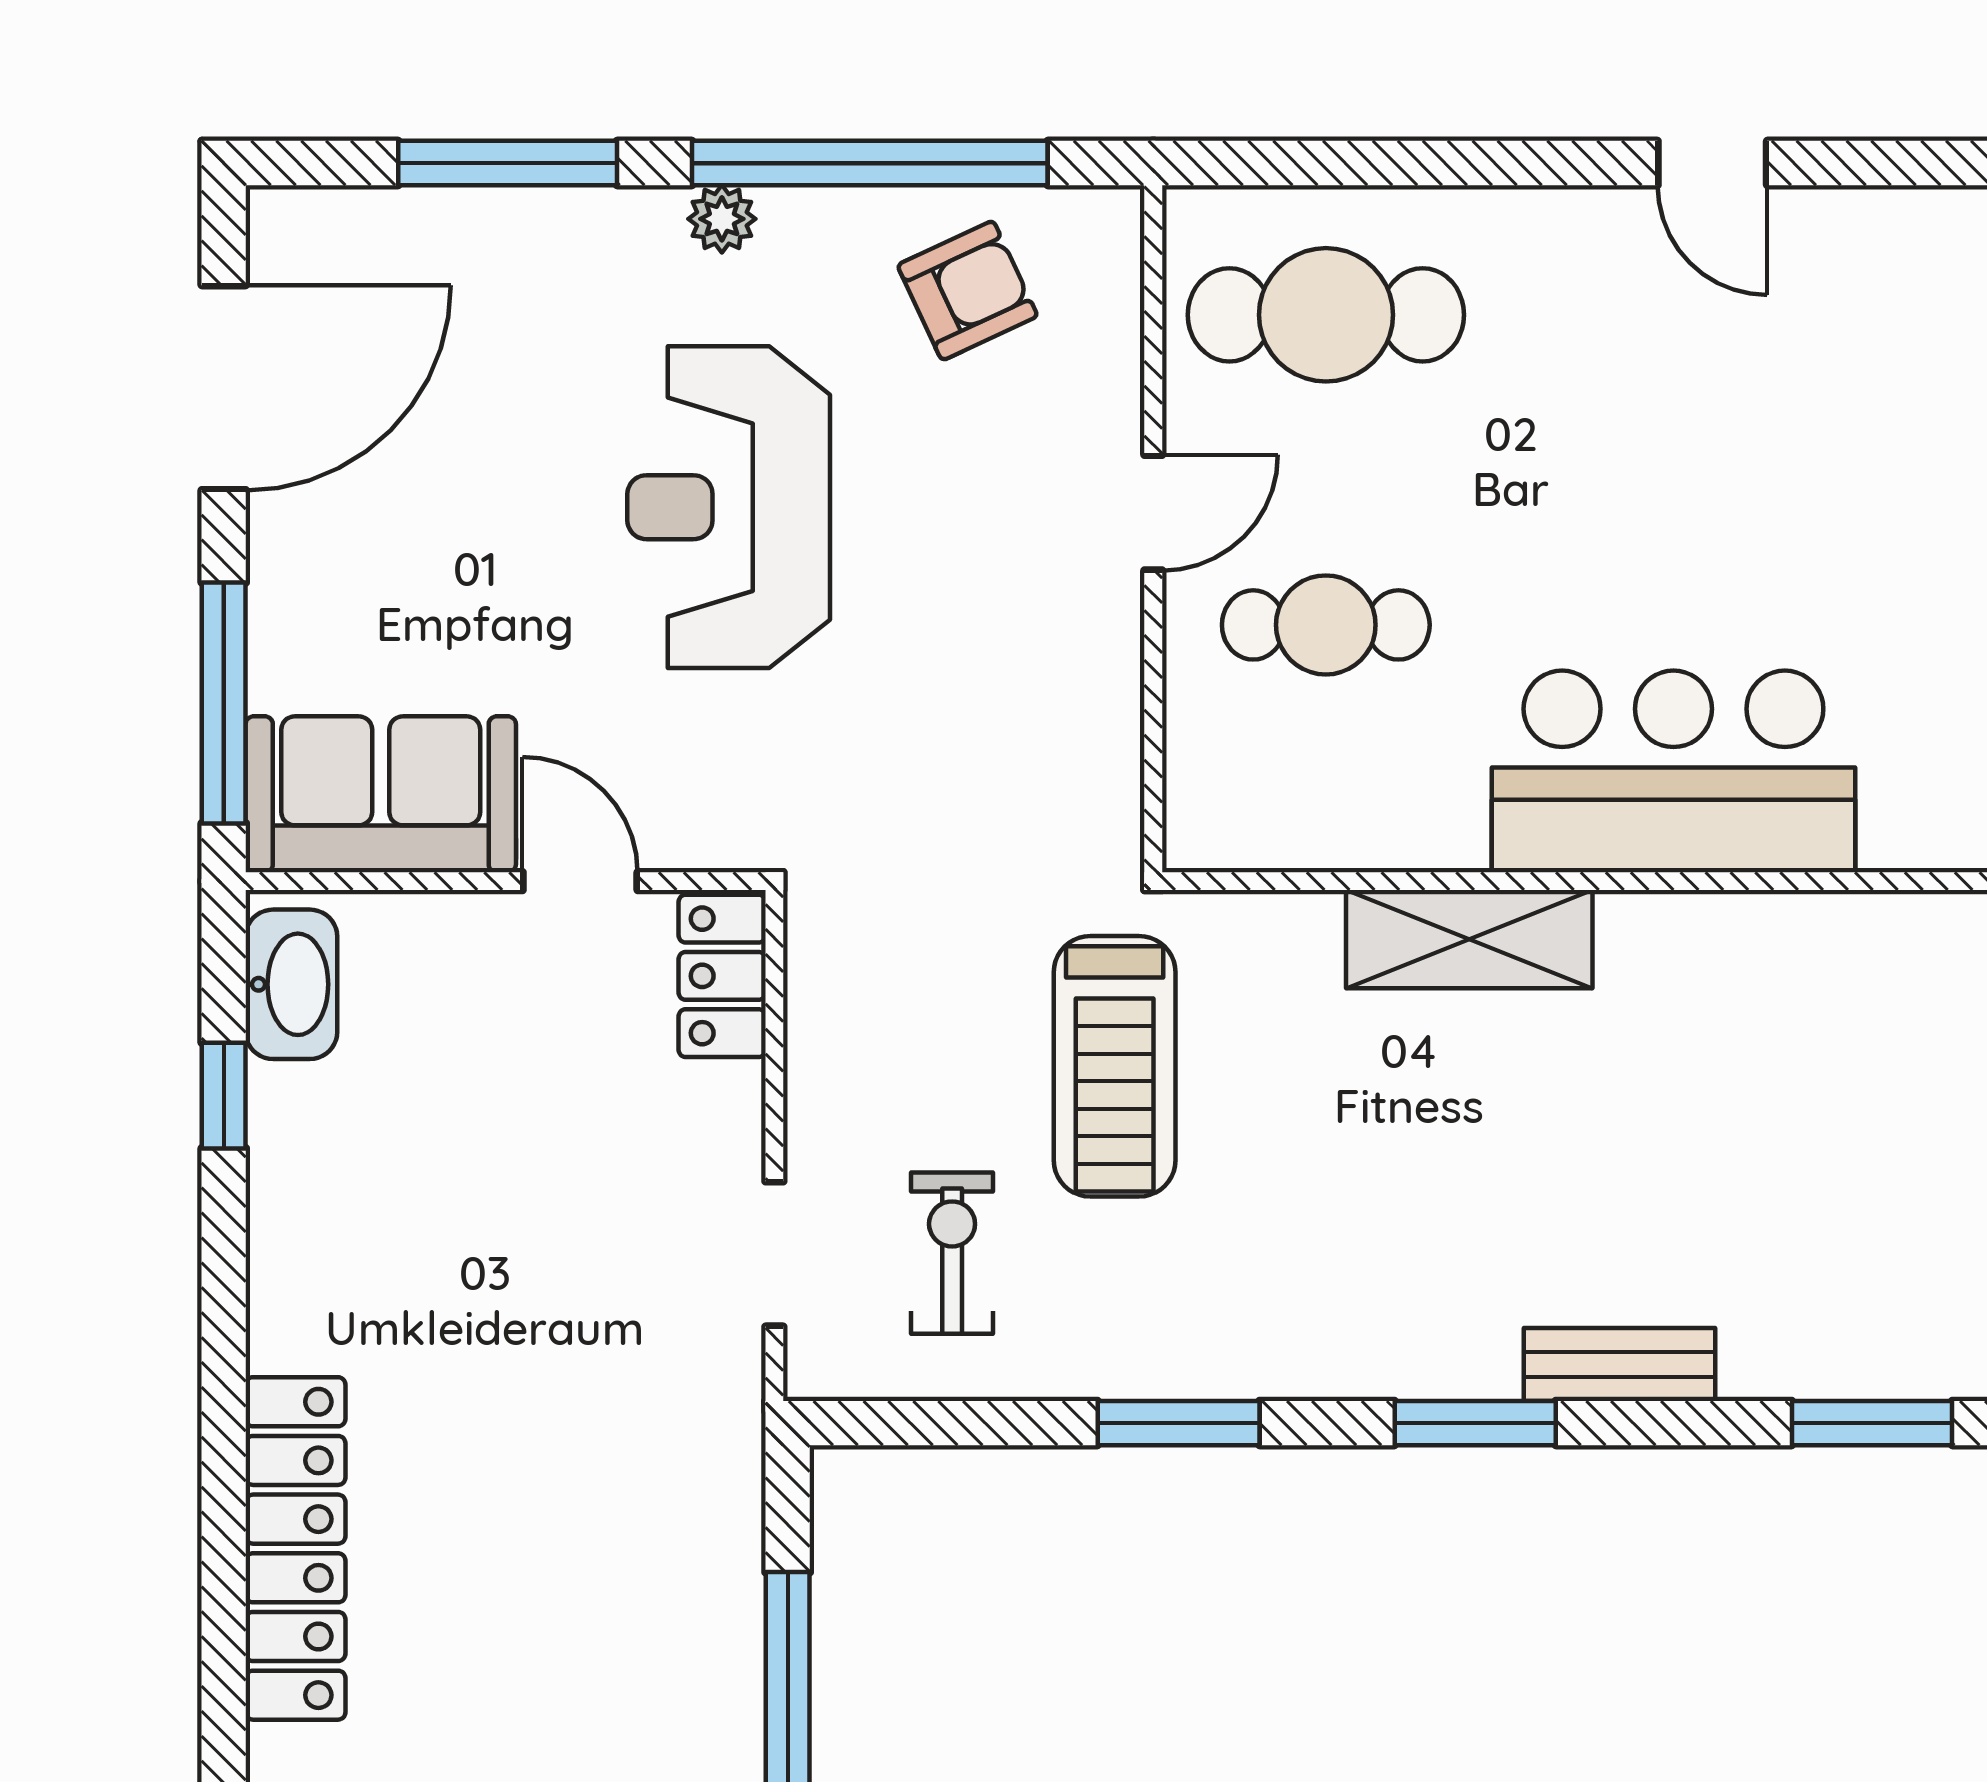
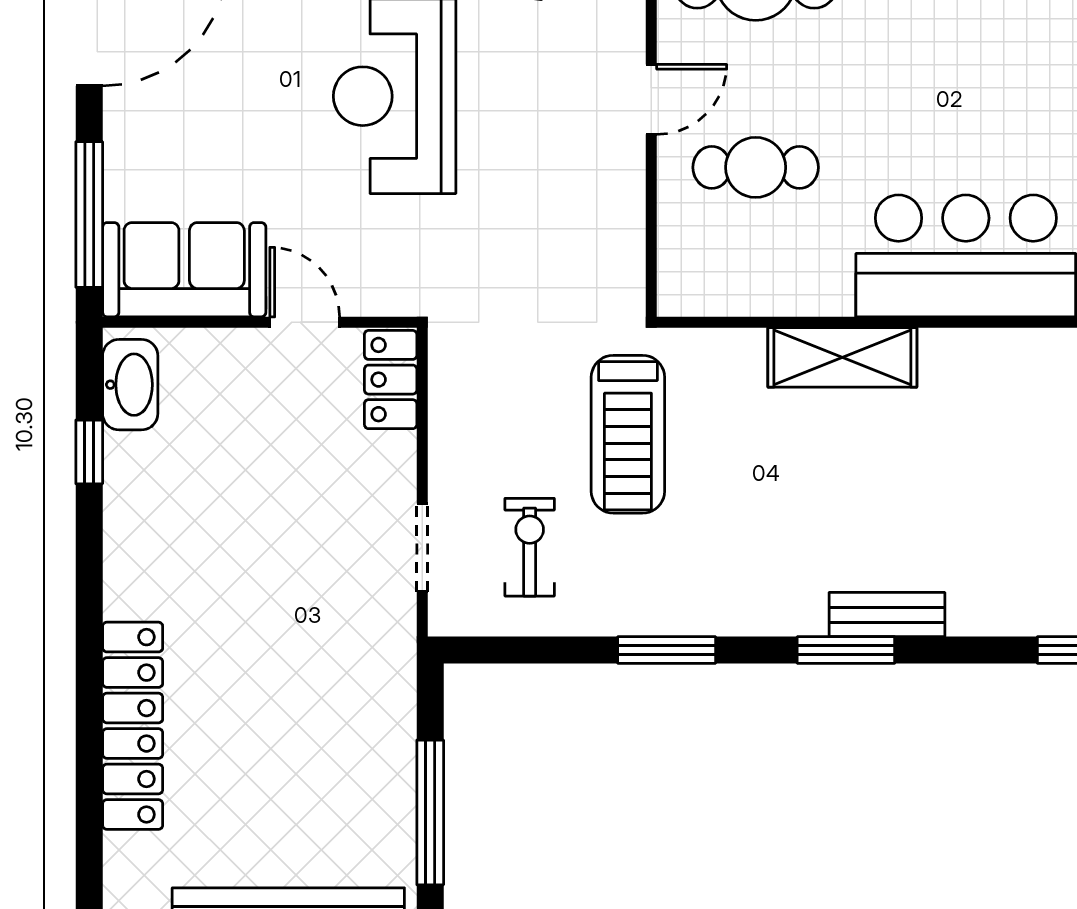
bench: (1620, 1364) -> (887, 615), moved

